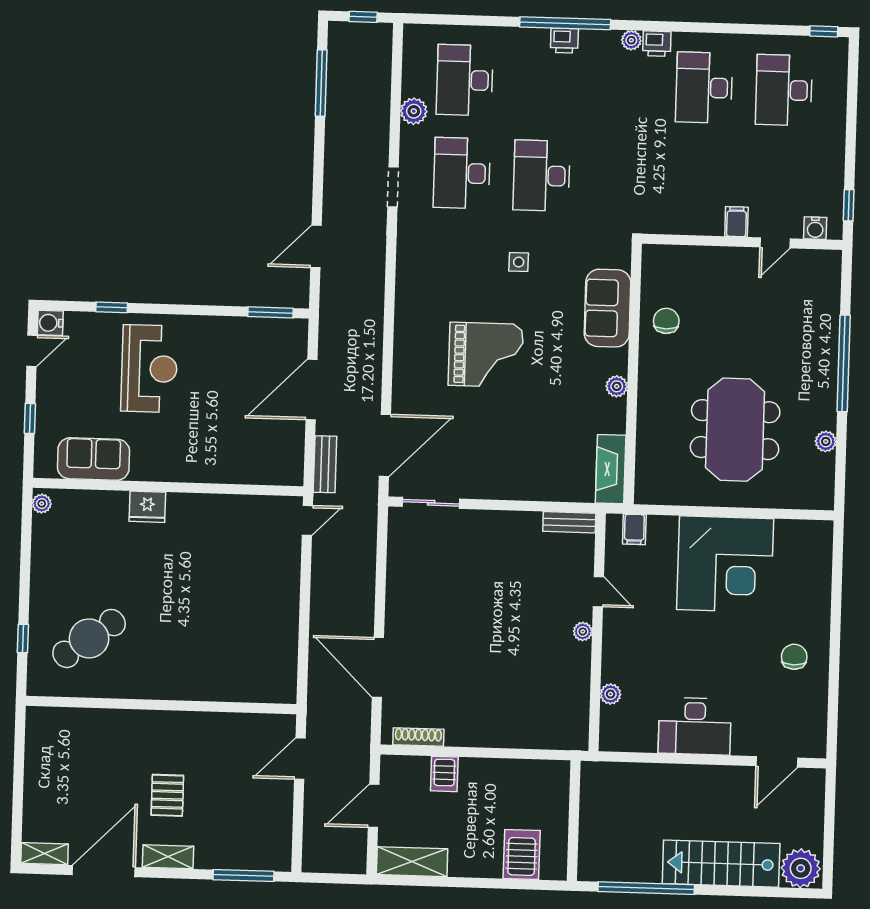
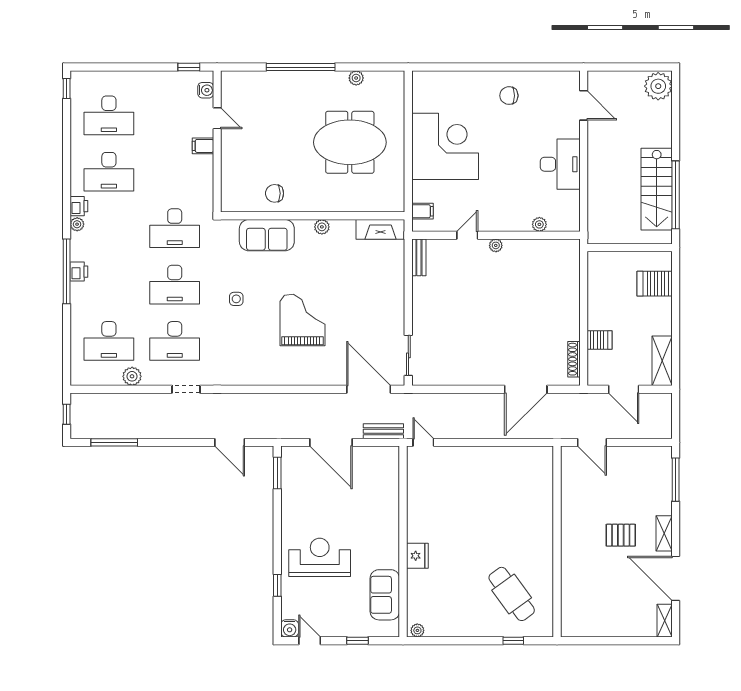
desk: (621, 178) -> (175, 228), added
stairs: (721, 864) -> (657, 189), moved

